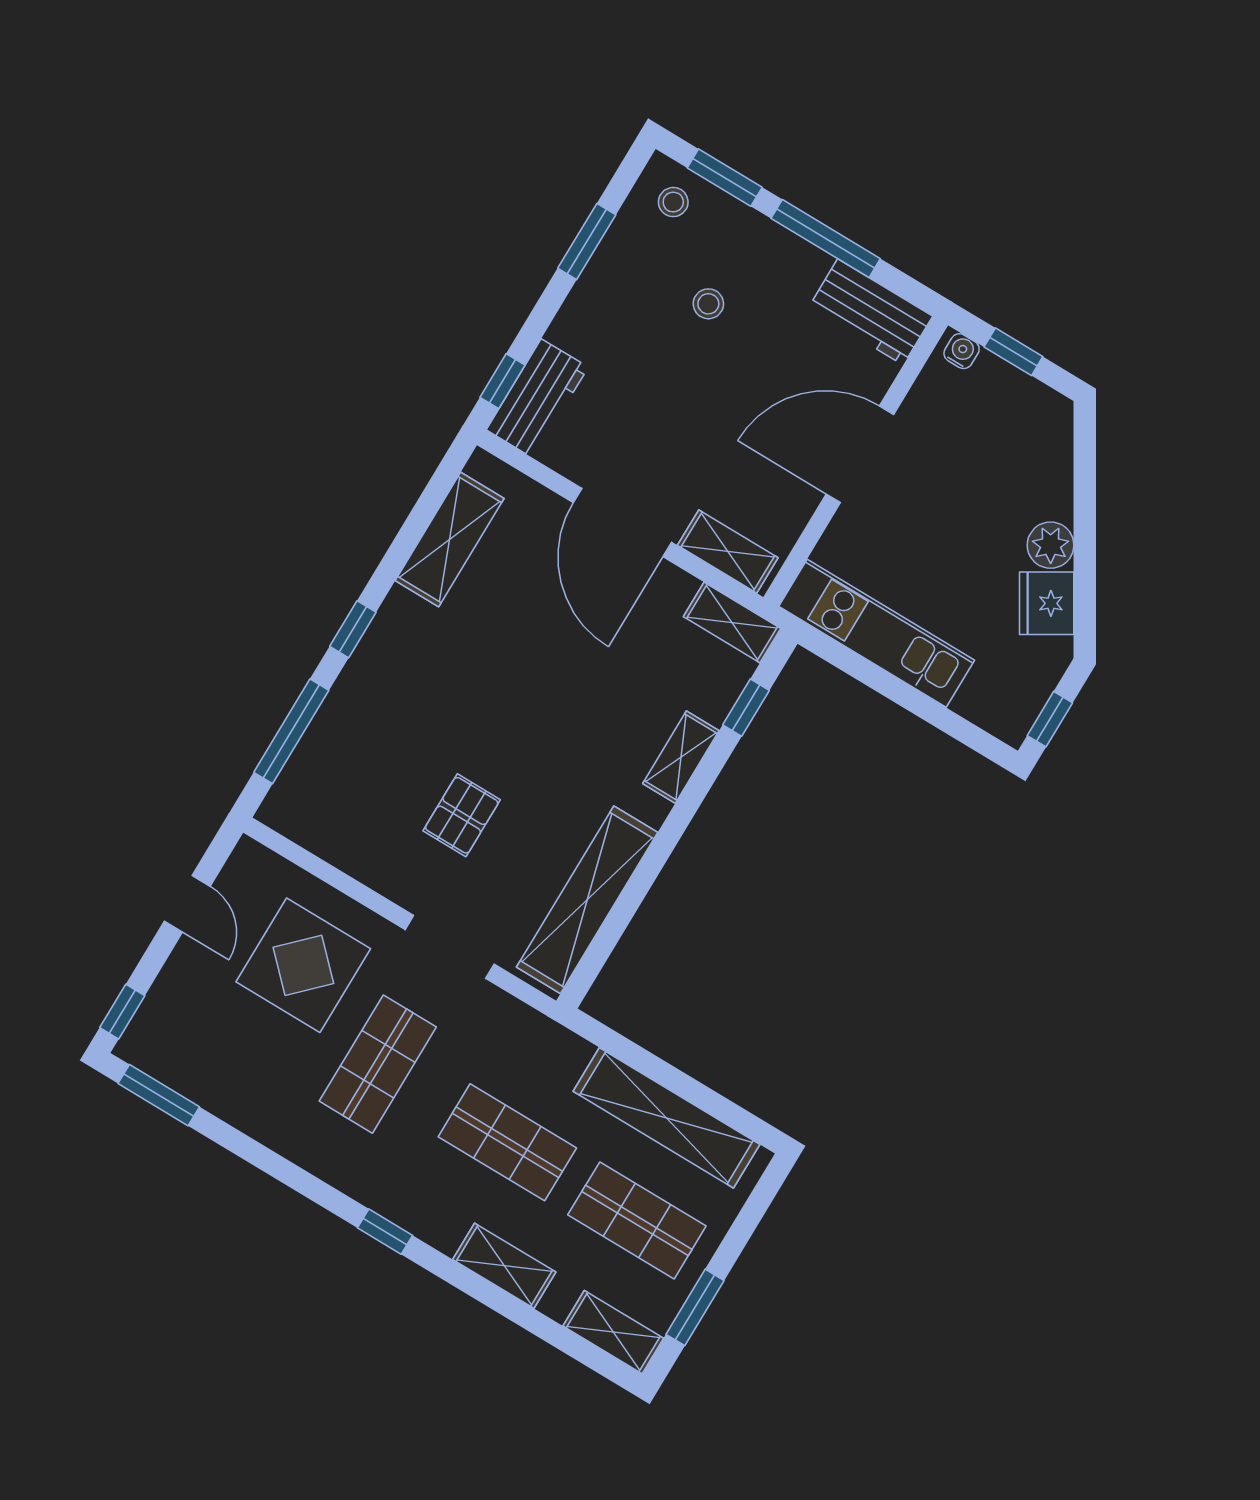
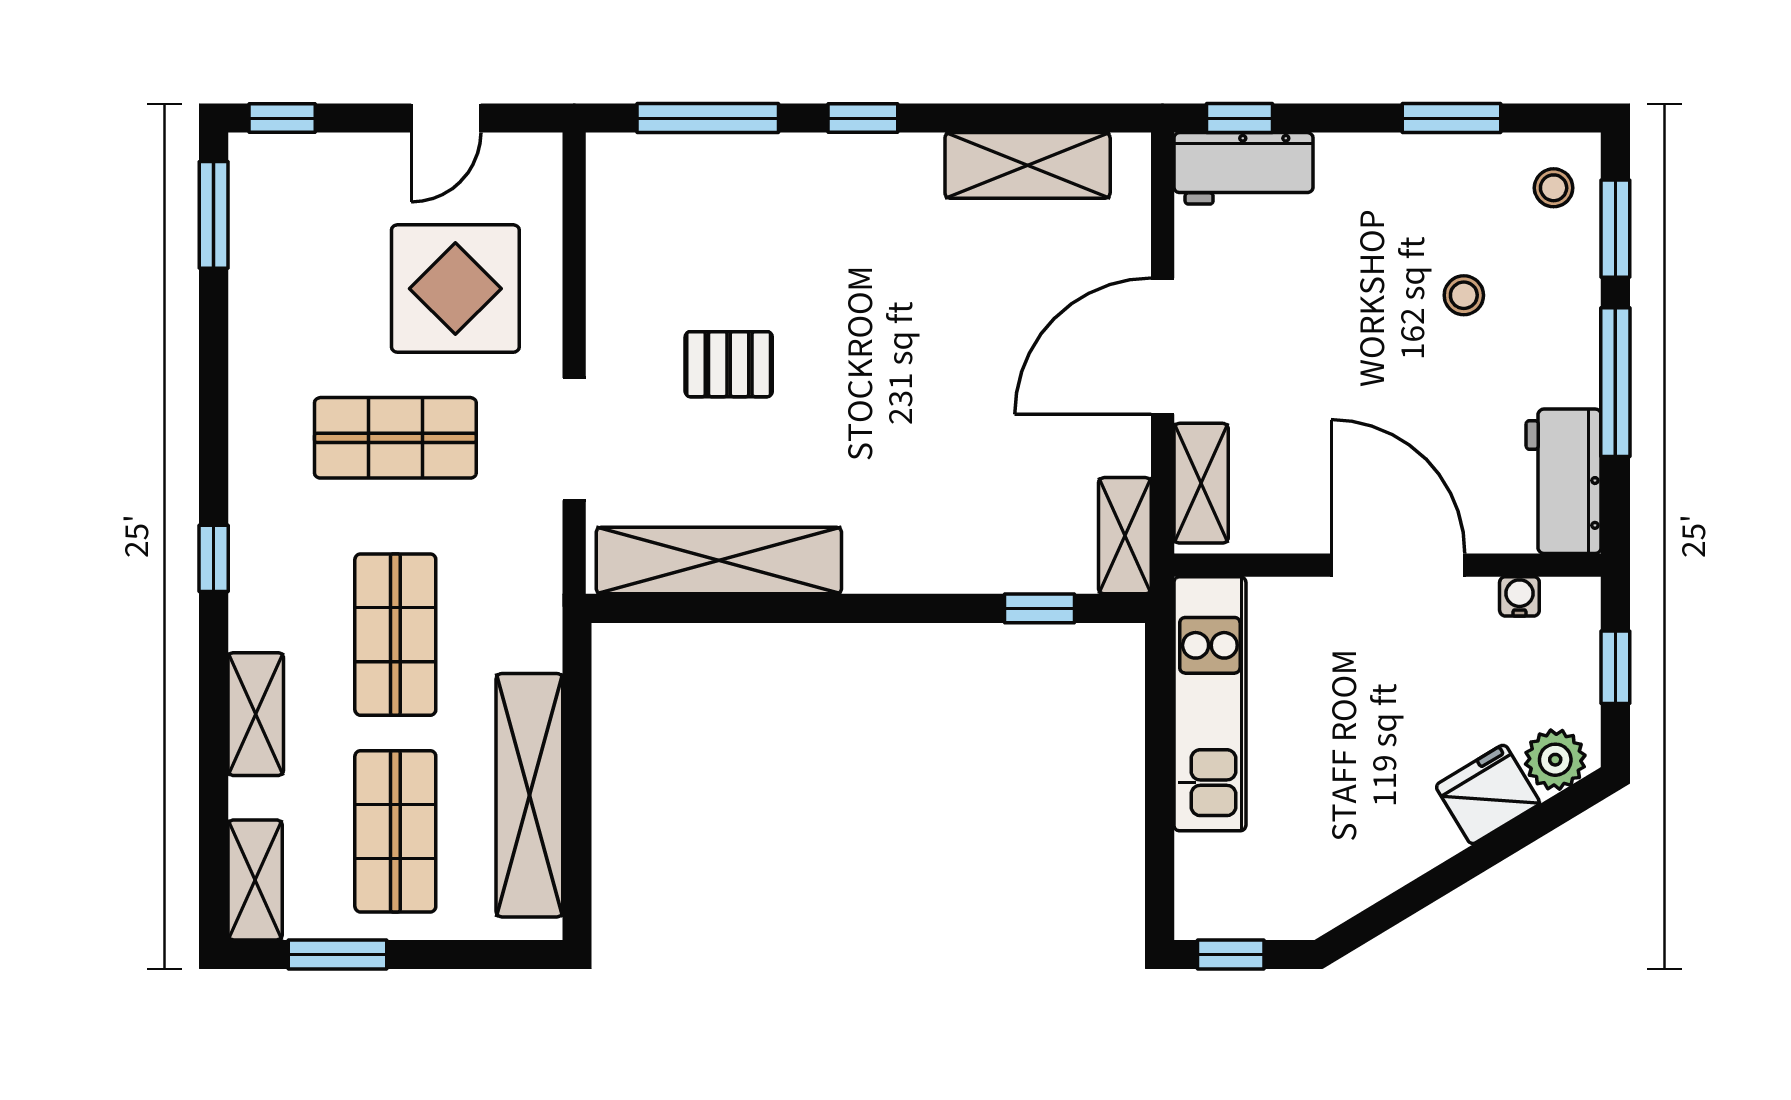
water cooler: (962, 351) -> (1519, 596), moved, turned -90
plant: (1051, 545) -> (1555, 760), moved
fridge: (1047, 603) -> (1488, 794), moved
shelving: (681, 757) -> (941, 569), removed

